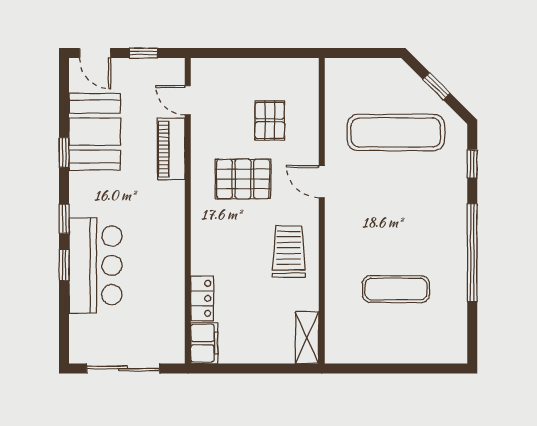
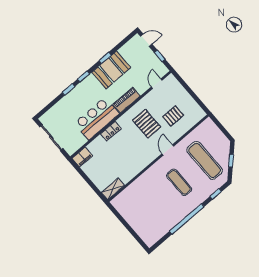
door: (95, 53) -> (146, 40), swing flipped
booth: (95, 132) -> (111, 70), moved
piano: (171, 149) -> (127, 100), moved
trolley: (289, 251) -> (136, 159), removed
bar counter: (95, 265) -> (97, 118), moved, turned 180
exercise mat: (396, 289) -> (179, 182), moved
locker: (202, 298) -> (111, 131), moved

